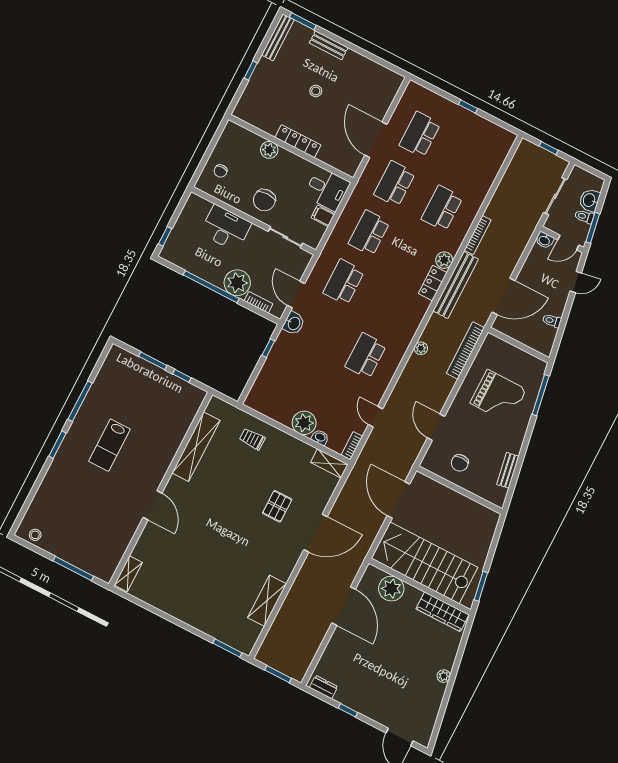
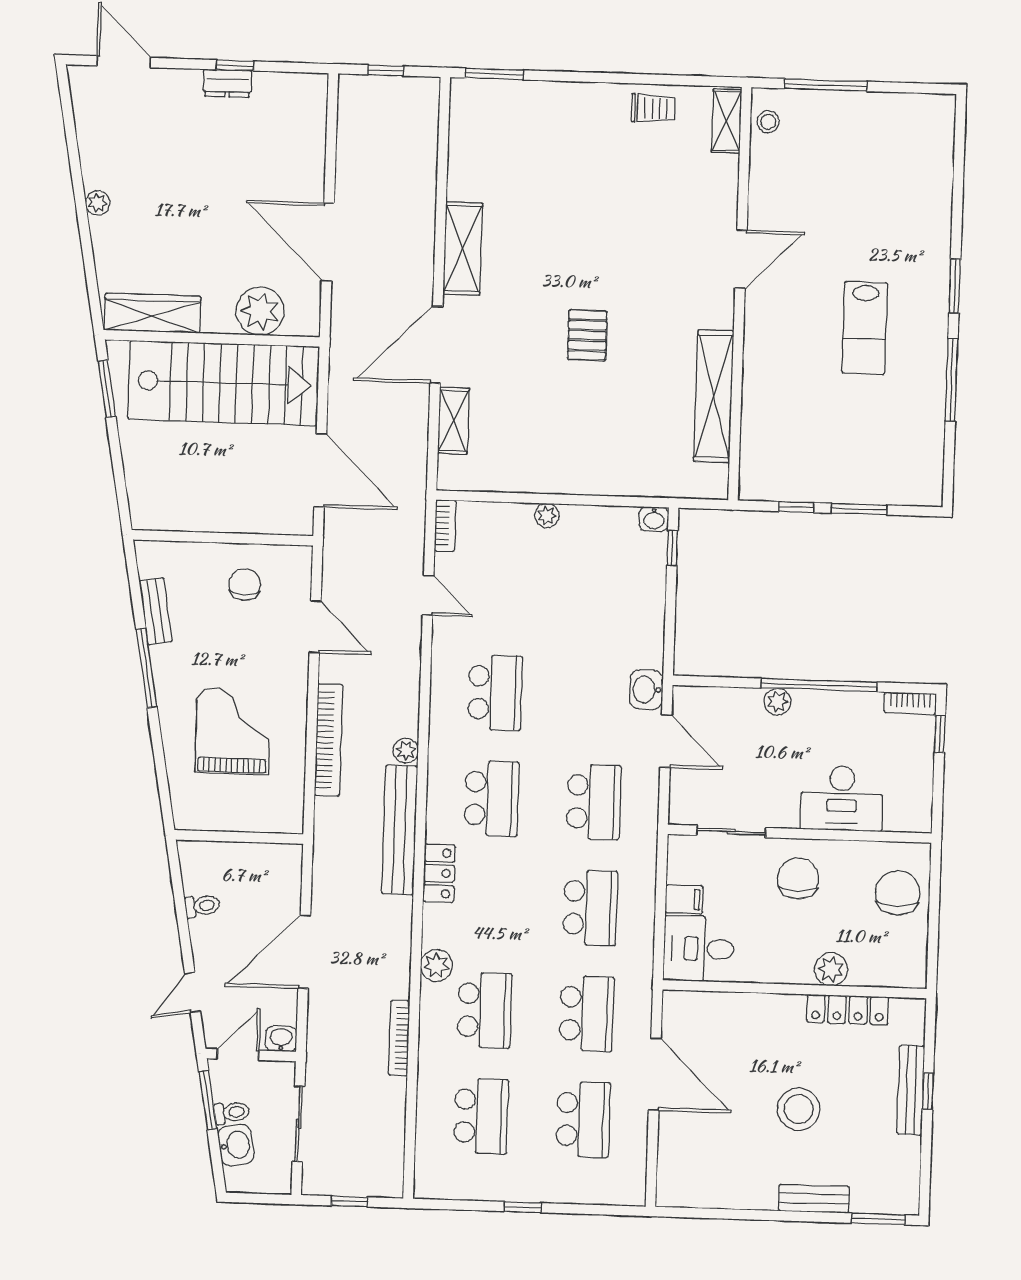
bench: (278, 37) -> (911, 1090), moved
stool: (316, 91) -> (799, 1109), width x1.89, depth x1.89
locker: (298, 141) -> (848, 1010), moved
school desk: (467, 159) -> (481, 1116), added
chair: (221, 171) -> (898, 893), width x1.87, depth x1.87
bookcase: (478, 235) -> (399, 1038), moved
plant: (444, 260) -> (436, 965), moved
plant: (237, 283) -> (778, 702), width x0.53, depth x0.53
bench: (456, 285) -> (400, 830), moved
door: (504, 296) -> (304, 952), moved
bookcase: (258, 302) -> (910, 703), moved
school desk: (391, 307) -> (491, 799), added
window: (268, 348) -> (672, 548), moved
bookcase: (465, 350) -> (329, 740), moved
window: (541, 395) -> (147, 668), moved
grand piano: (498, 396) -> (233, 731), turned 90
plant: (304, 423) -> (547, 515), width x0.53, depth x0.53
washbasin: (320, 437) -> (654, 519), moved
trolley: (252, 439) -> (653, 108), moved
lab bench: (109, 445) -> (865, 328), turned 180
shelving: (329, 463) -> (453, 421), moved, turned 90
door: (152, 505) -> (741, 259), swing flipped
pallet: (277, 506) -> (587, 335), moved
stool: (35, 535) -> (768, 122), moved
shelving: (267, 601) -> (463, 249), moved
window: (278, 674) -> (386, 70), width x0.67
dresser: (324, 687) -> (227, 83), moved

